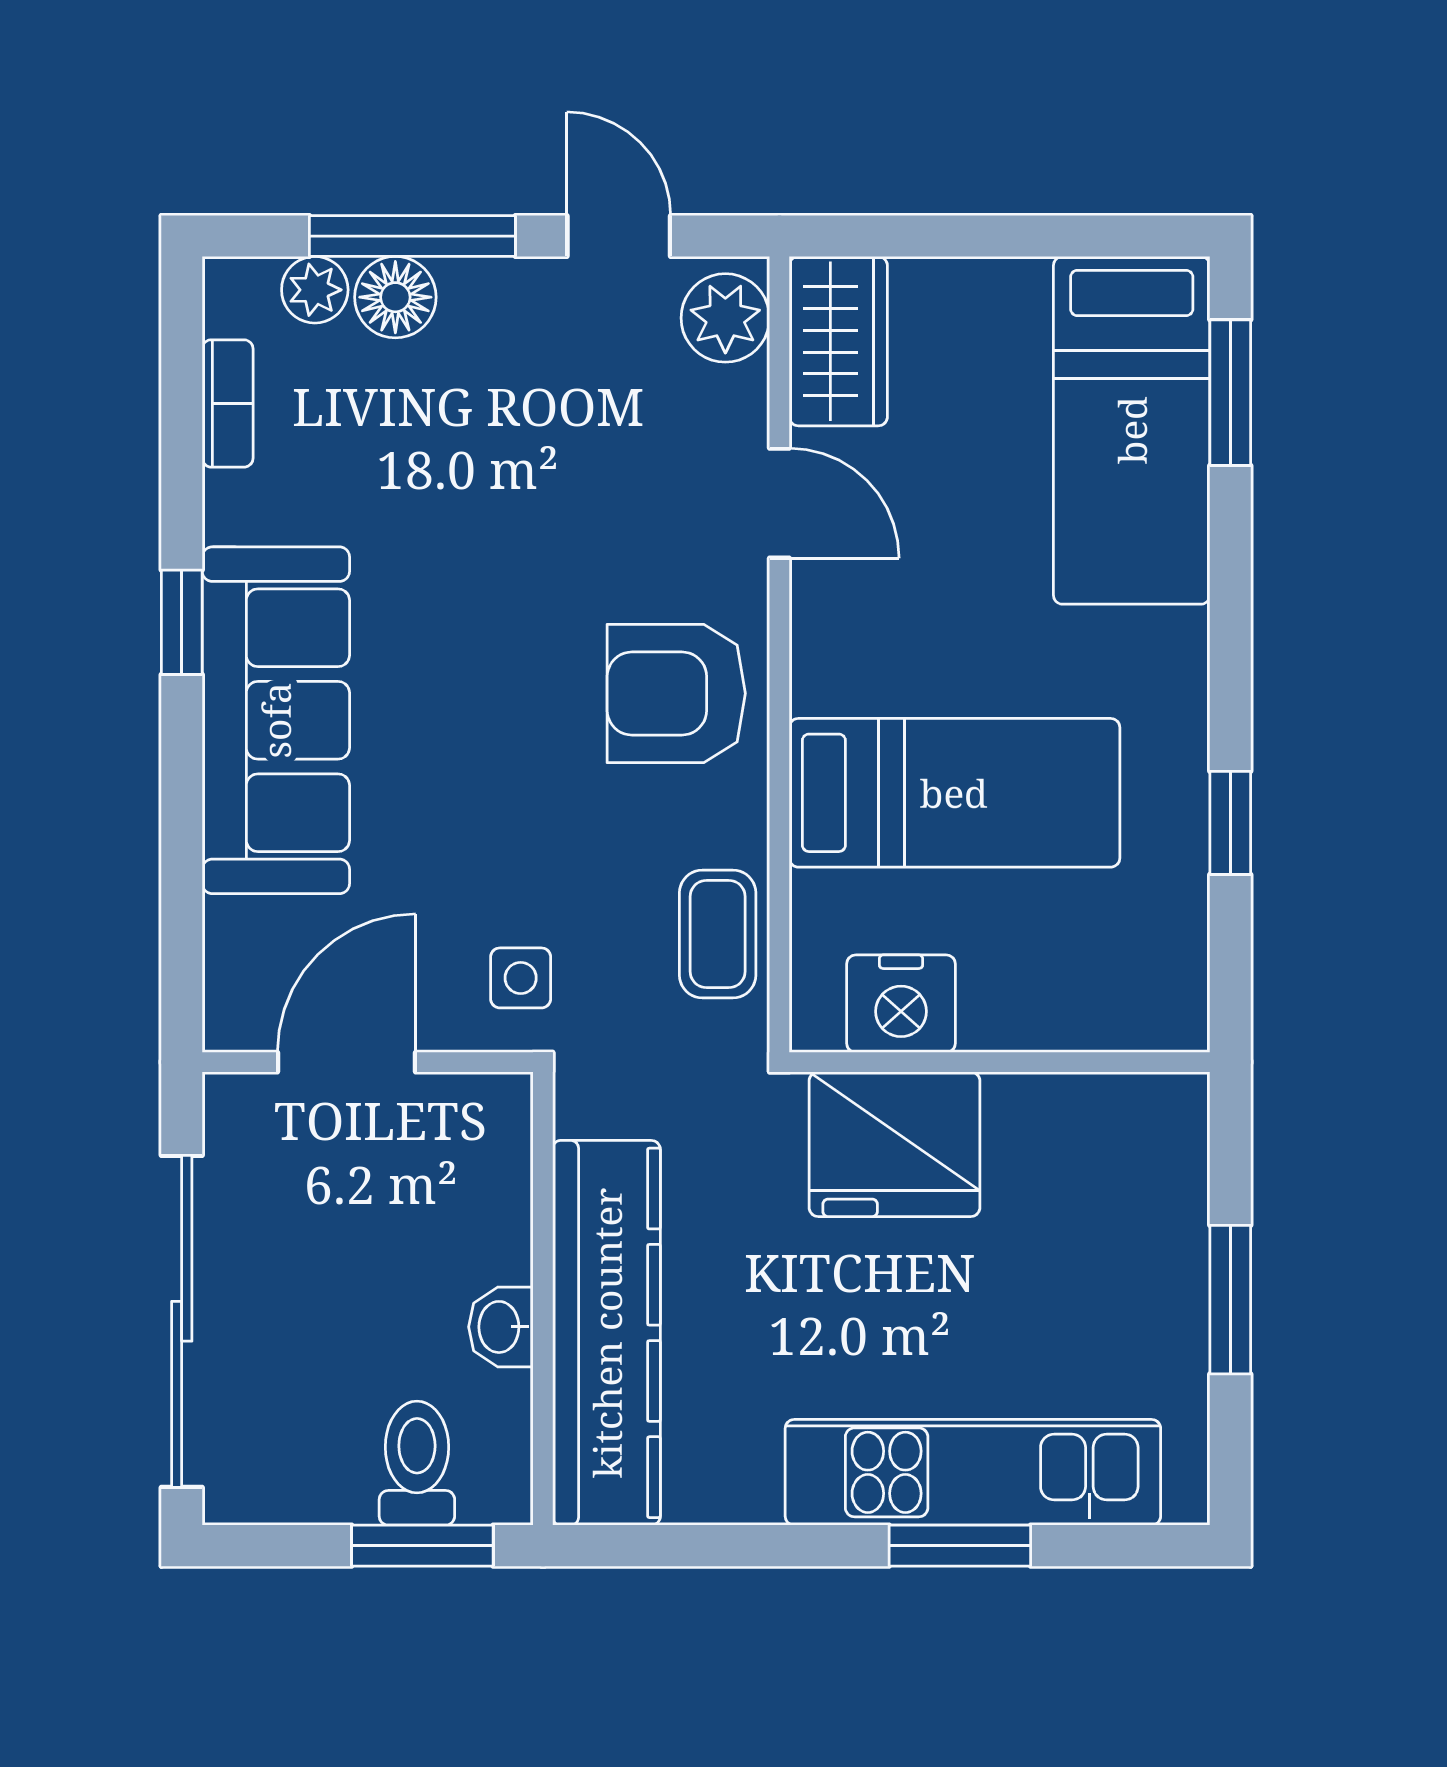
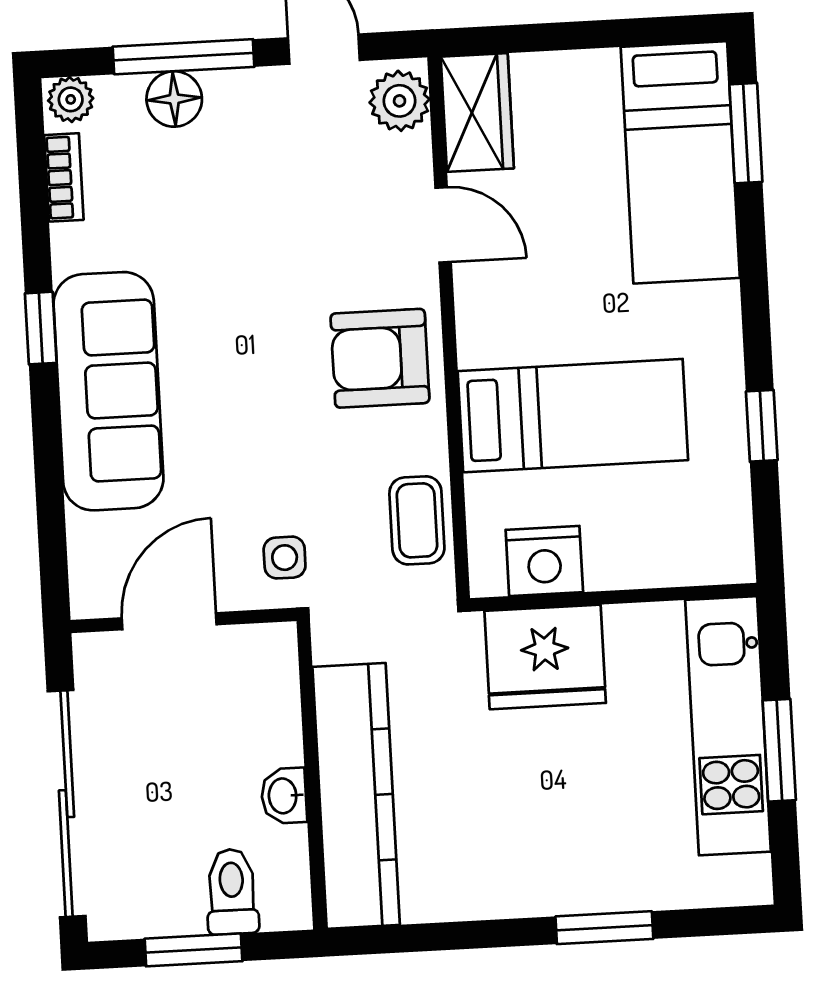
plant: (315, 290) -> (71, 99), moved
kitchen unit: (973, 1472) -> (728, 726), moved, turned -90
window: (422, 1546) -> (194, 950), moved

